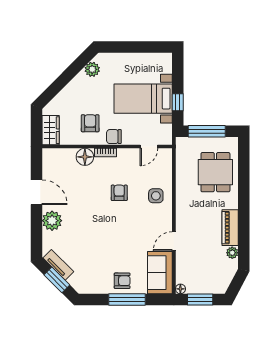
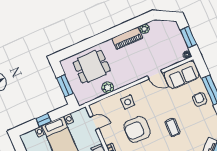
window: (178, 102) -> (44, 120), moved
window: (207, 131) -> (65, 86), width x0.69
plant: (183, 180) -> (108, 88), added
armchair: (119, 193) -> (137, 129), width x1.88, depth x1.88
coffee table: (103, 235) -> (173, 127), added

